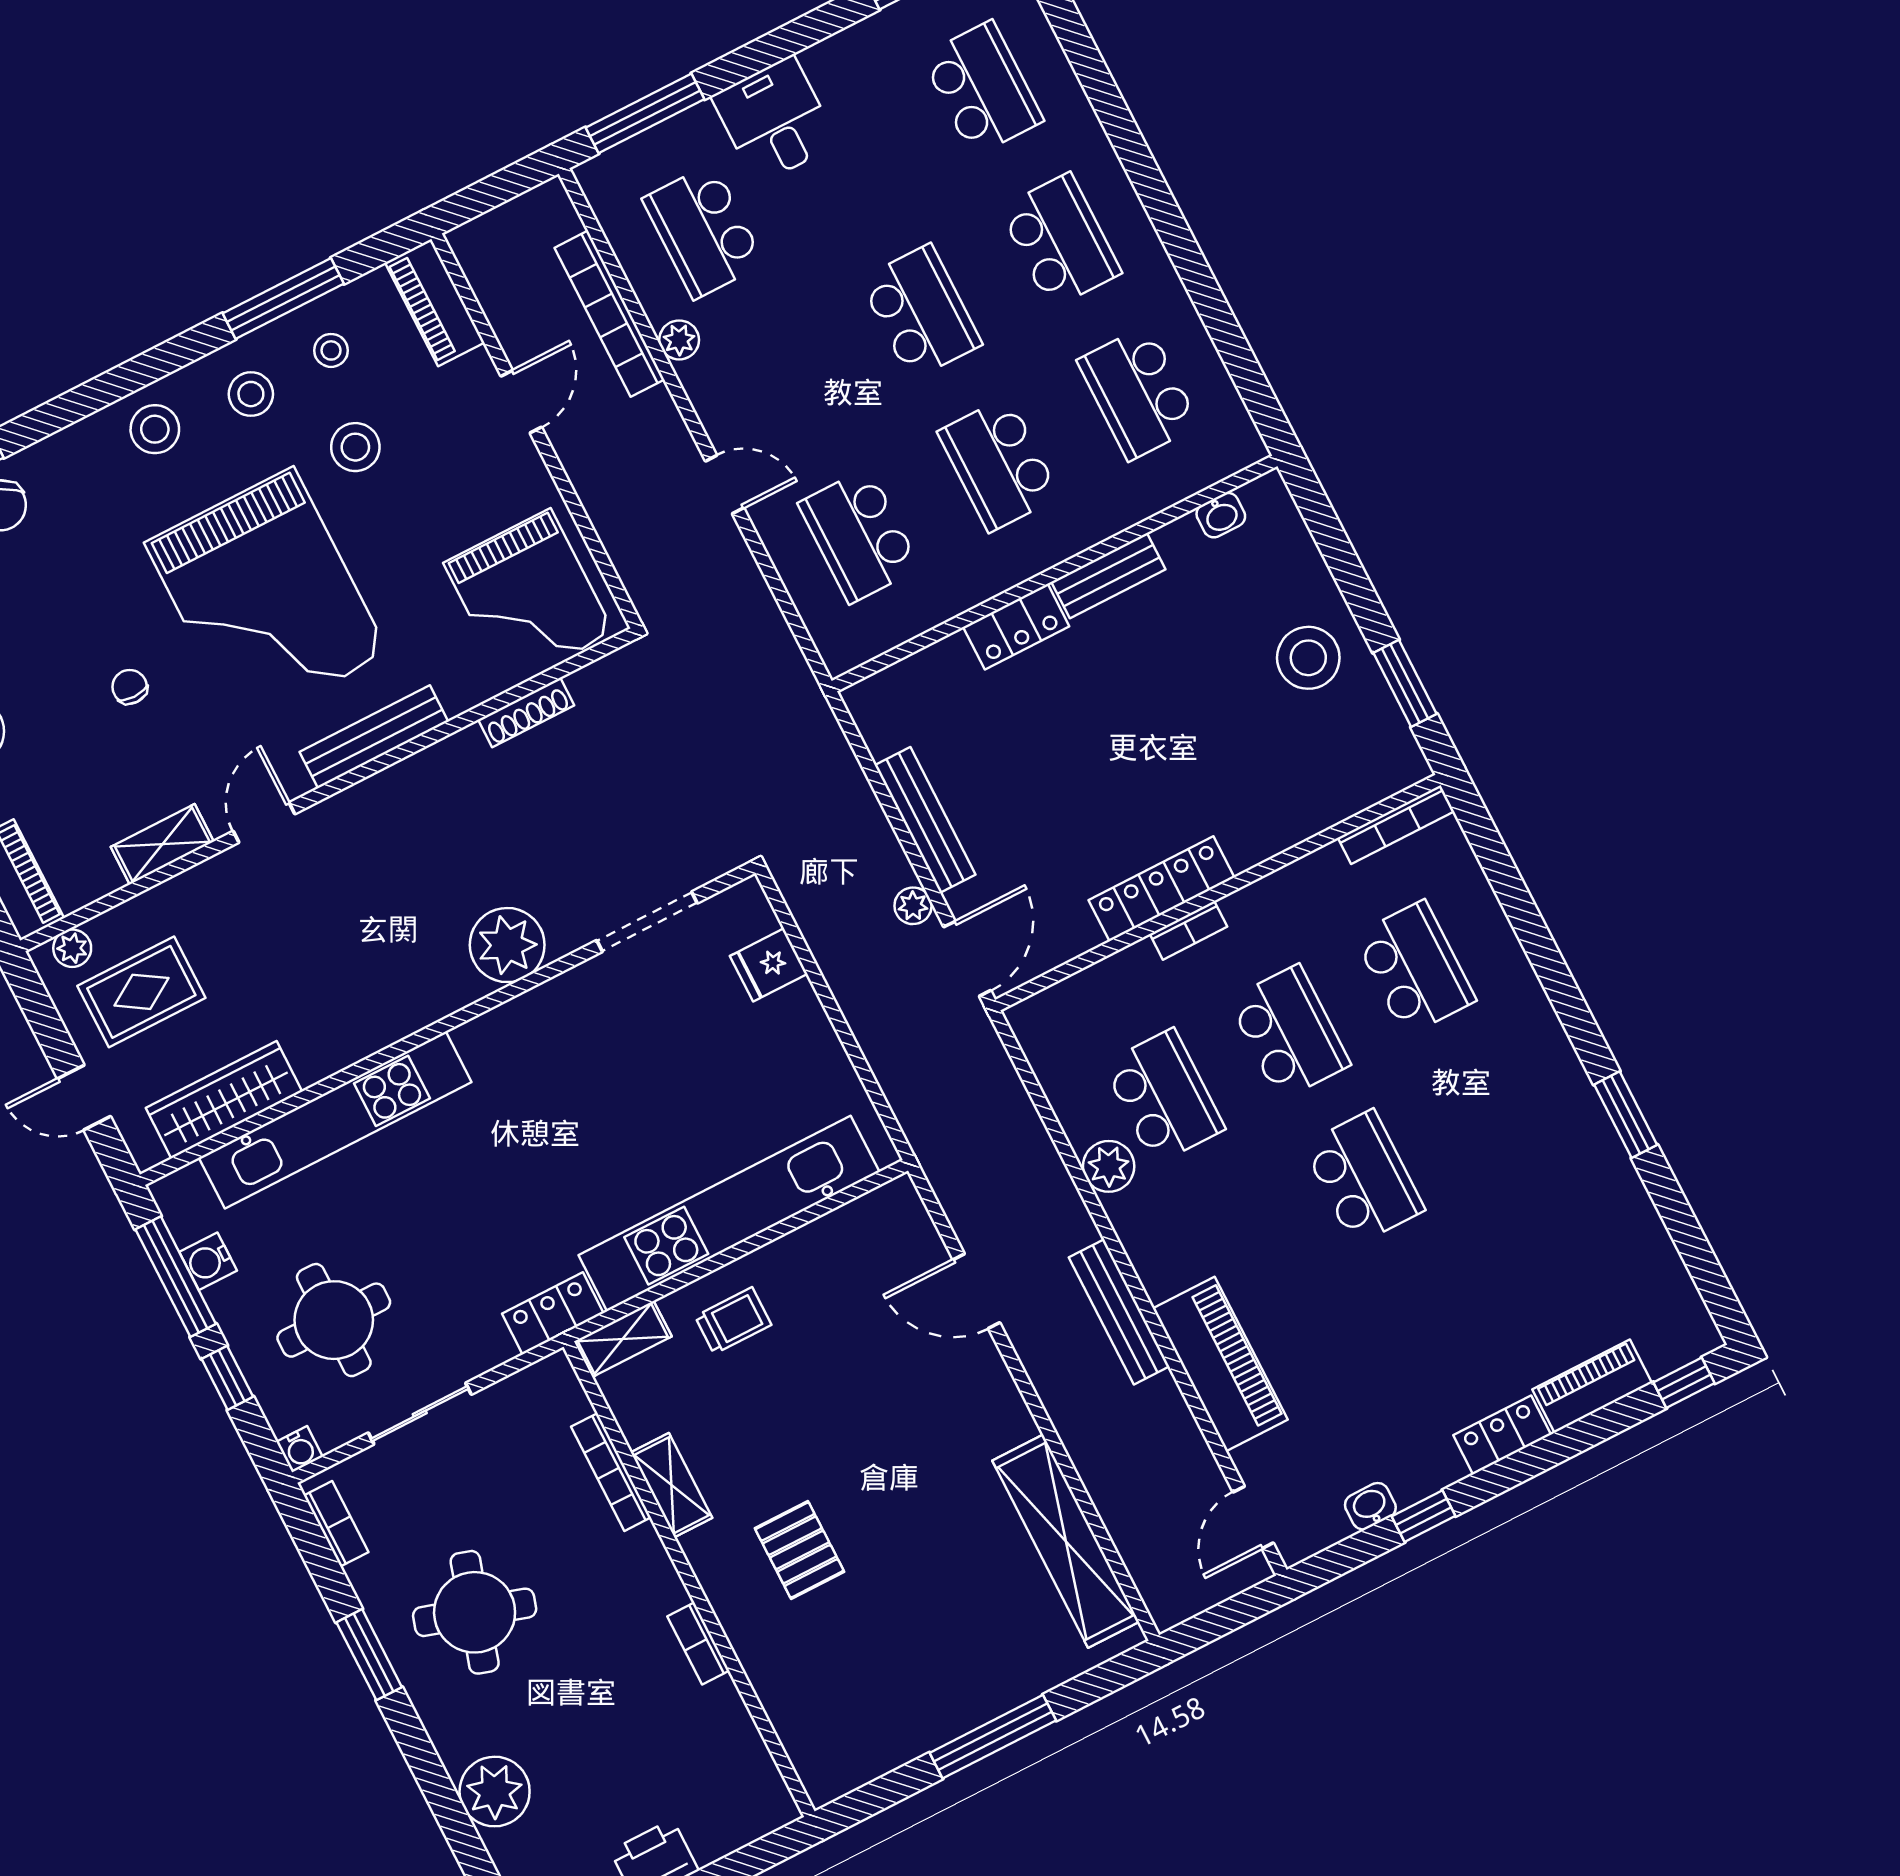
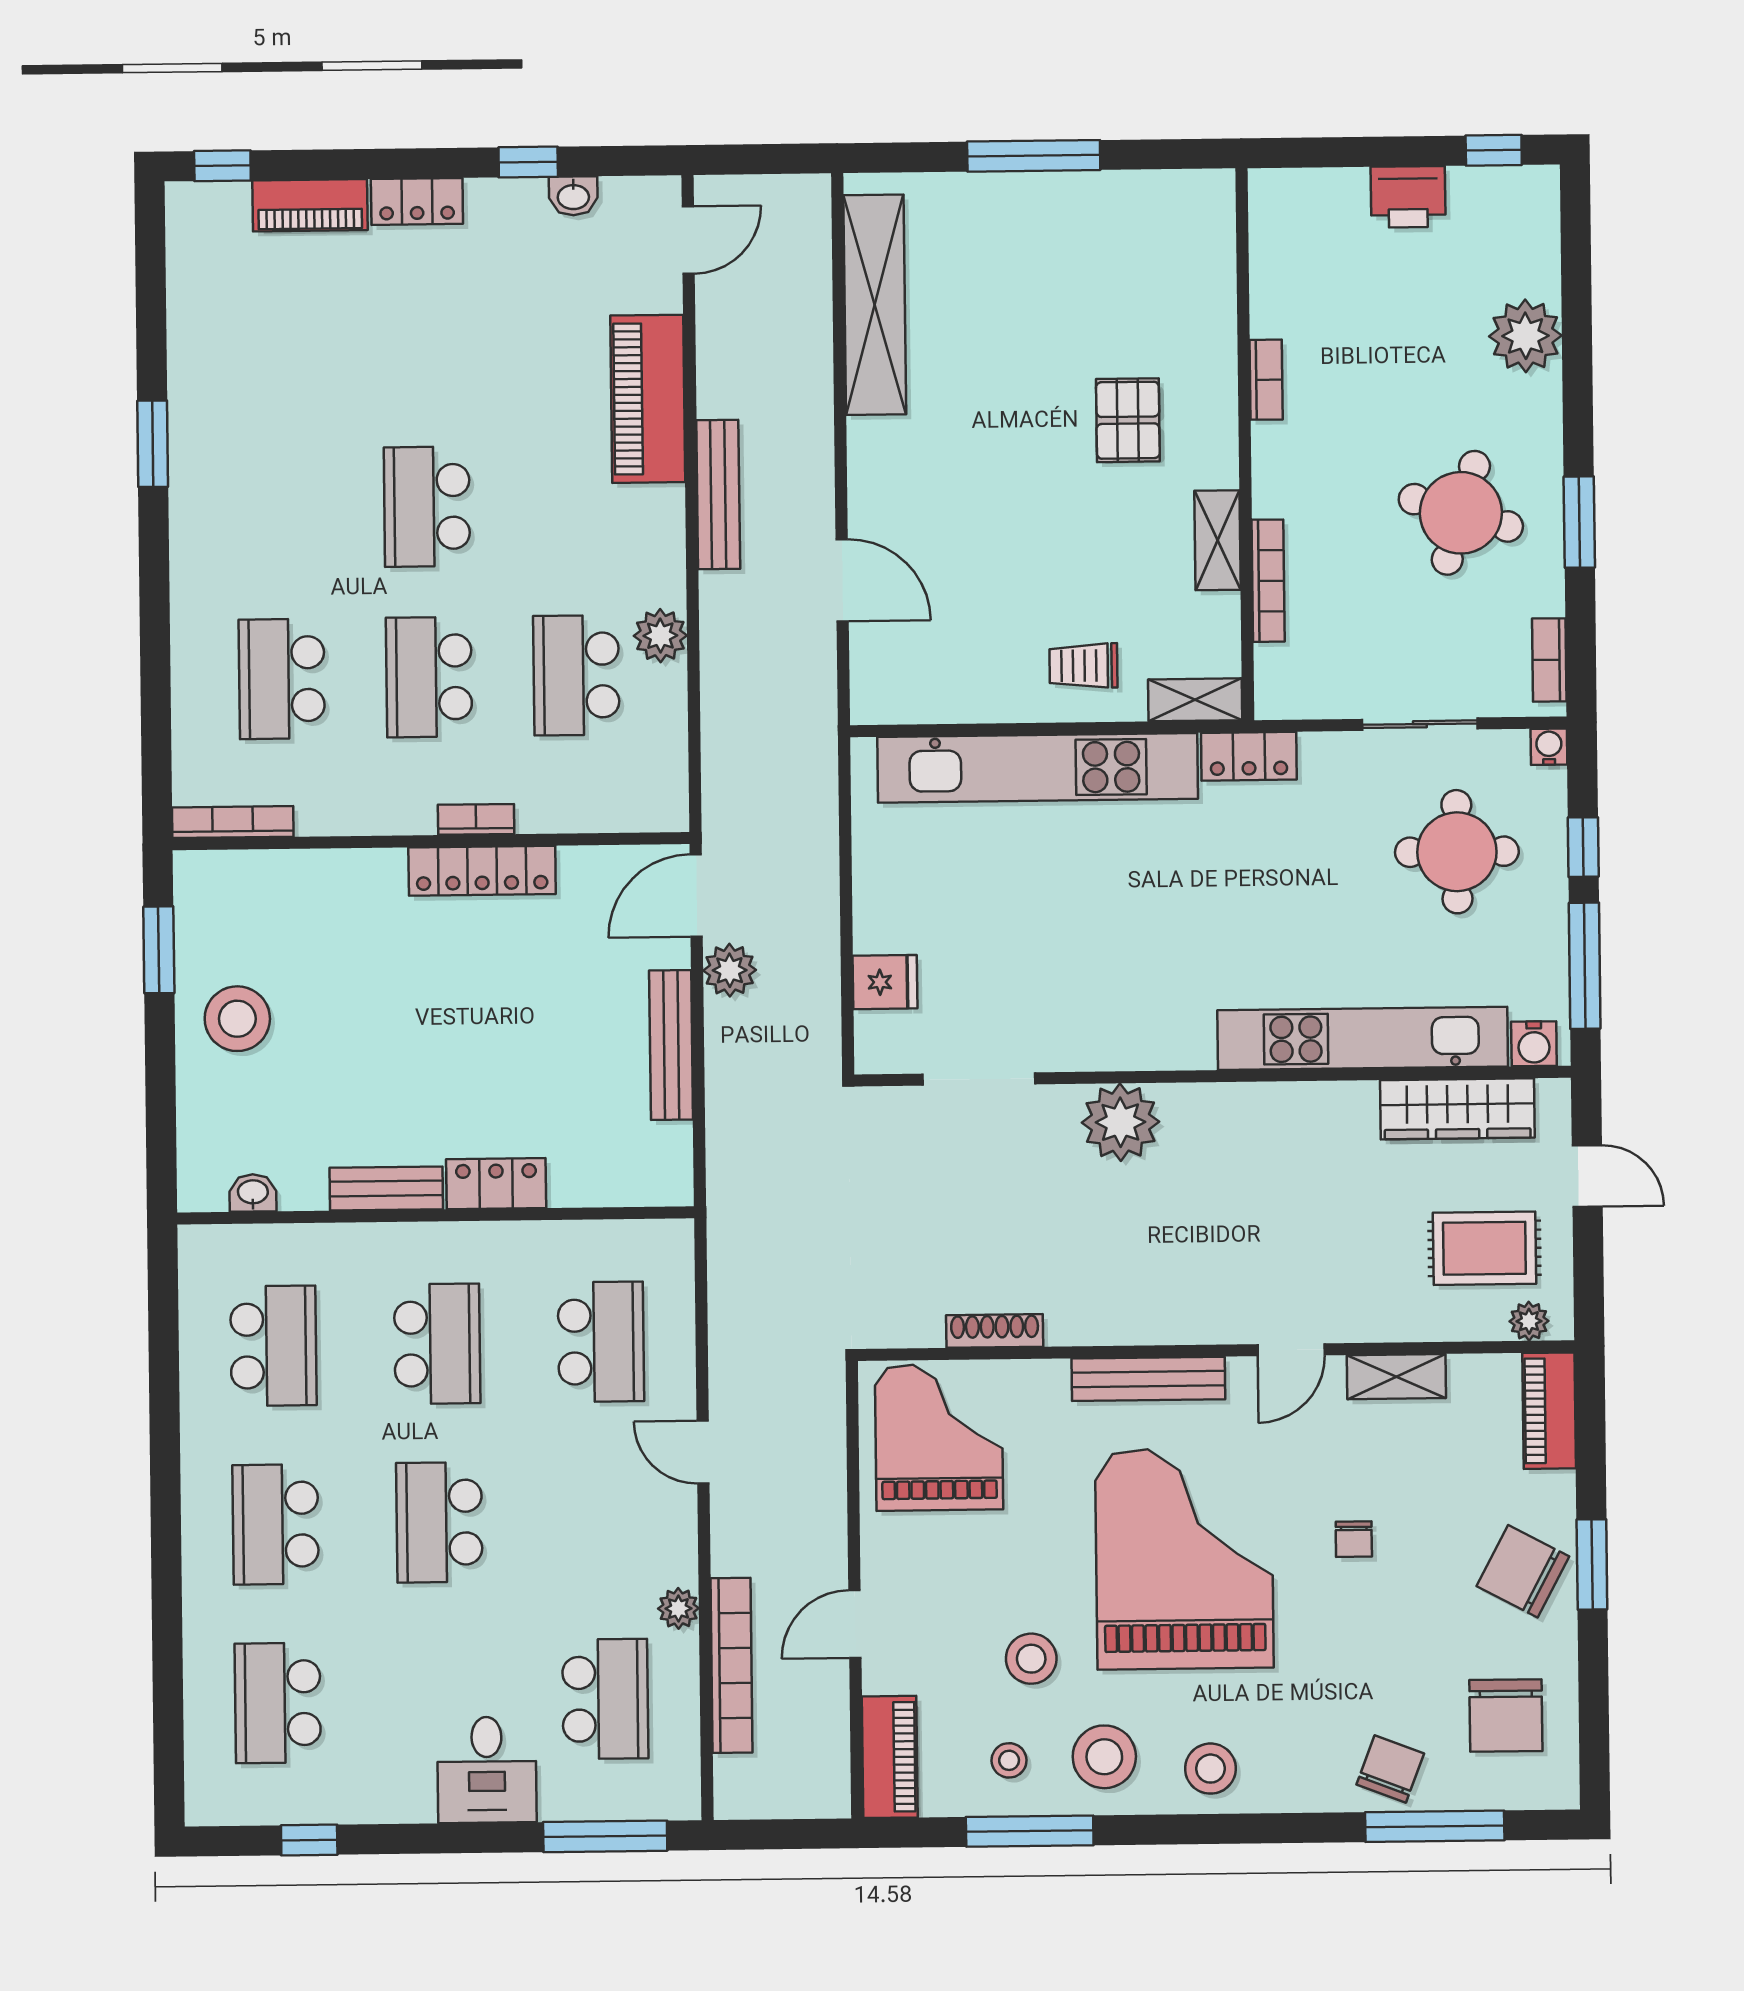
stool: (251, 394) -> (1104, 1757), width x1.38, depth x1.38
plant: (913, 906) -> (730, 970), width x1.38, depth x1.38
water cooler: (208, 1261) -> (1534, 1044), moved, turned 90

